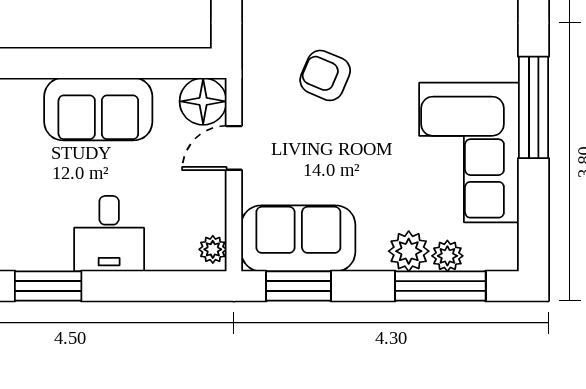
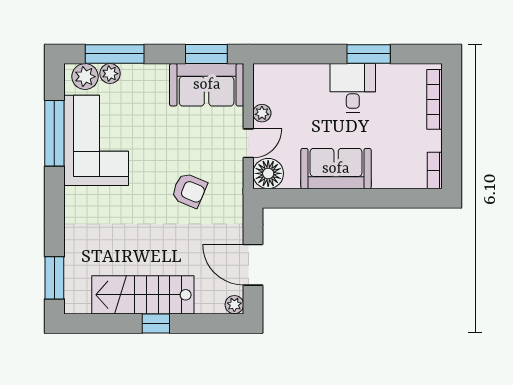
window: (533, 107) -> (54, 133), moved
desk: (109, 234) -> (353, 88), moved
plant: (213, 249) -> (262, 113), moved
plant: (409, 251) -> (85, 77), moved

